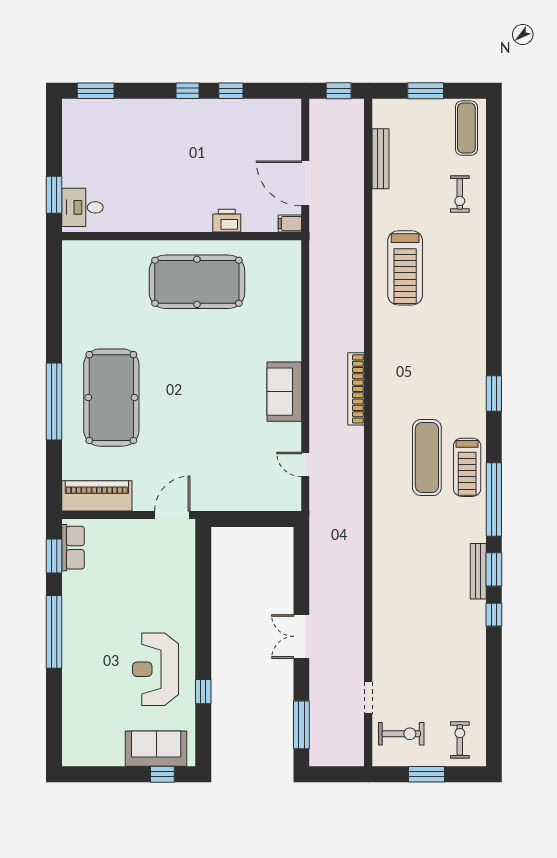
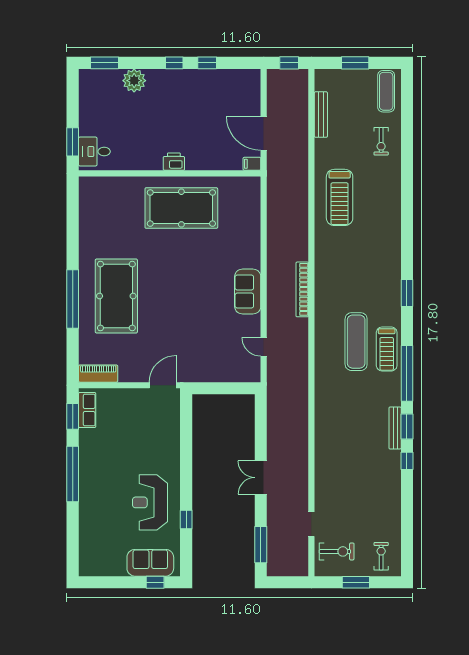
plant: (135, 114) -> (134, 81), added
printer: (227, 221) -> (174, 162), moved
piano: (97, 496) -> (98, 374), width x0.73, depth x0.75

